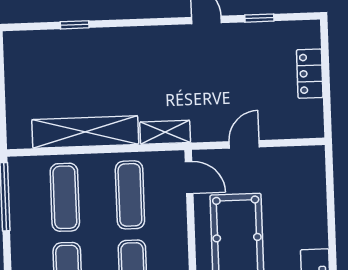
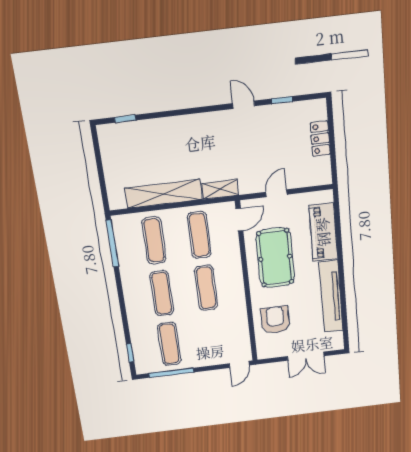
window: (75, 25) -> (125, 119), moved
door: (189, 178) -> (239, 220), hinge flipped
piano: (309, 206) -> (323, 232), added

